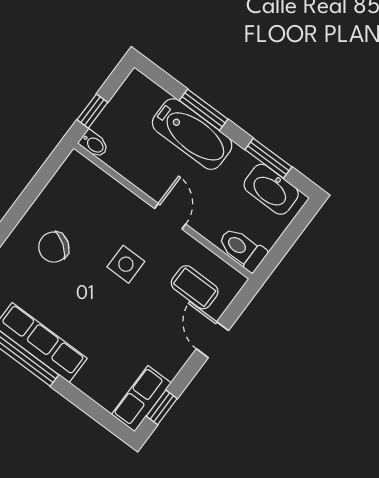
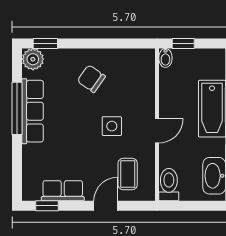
row of seats: (141, 399) -> (63, 191), moved

